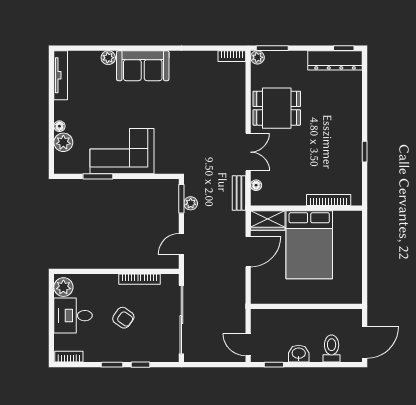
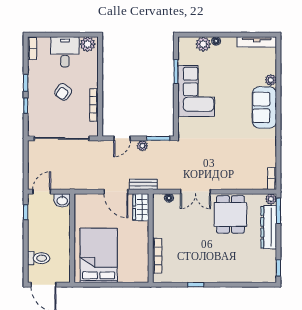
dresser: (335, 60) -> (269, 227), moved
bench: (239, 193) -> (143, 184), moved
plant: (191, 203) -> (142, 146), moved
door: (181, 244) -> (122, 138), swing flipped
bed: (309, 245) -> (99, 255), moved, turned 90
washbasin: (299, 354) -> (62, 200), moved, turned 90

